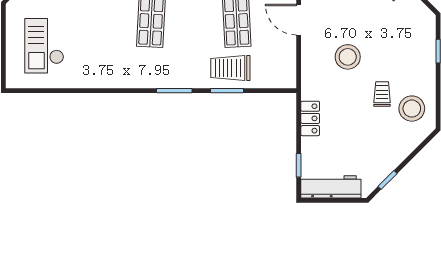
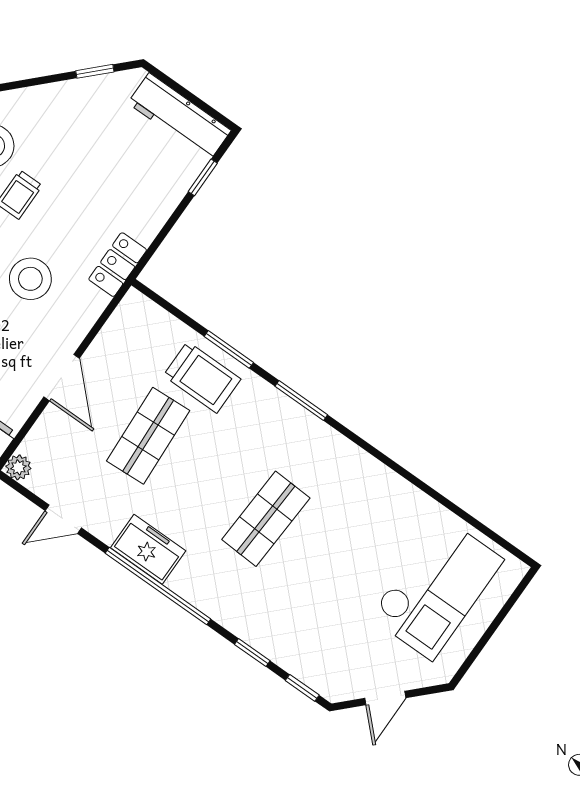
checkout: (44, 46) -> (436, 588), width x1.36, depth x1.21
locker: (310, 118) -> (118, 265), moved

